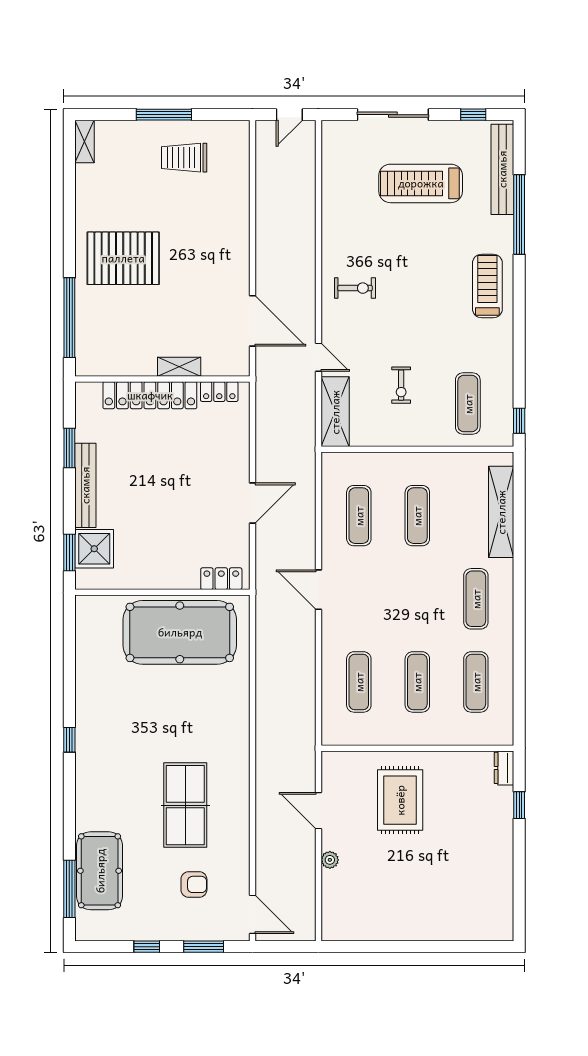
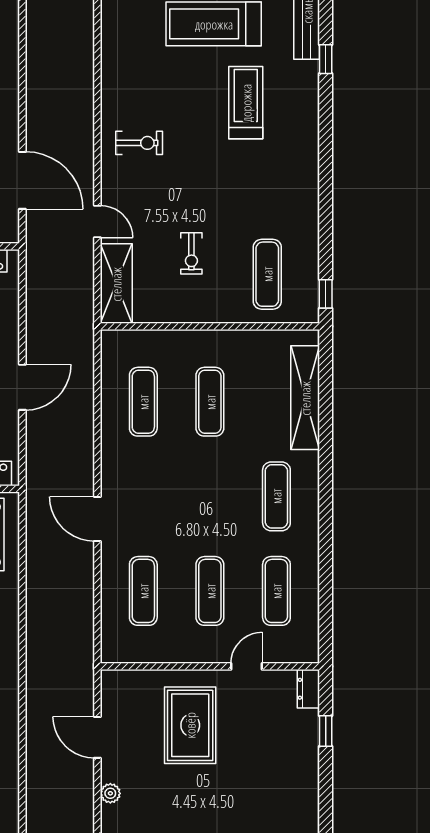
window: (519, 214) -> (326, 59), width x0.32
treadmill: (487, 286) -> (246, 103), moved
door: (318, 590) -> (97, 519), moved
door: (450, 748) -> (247, 666), added

